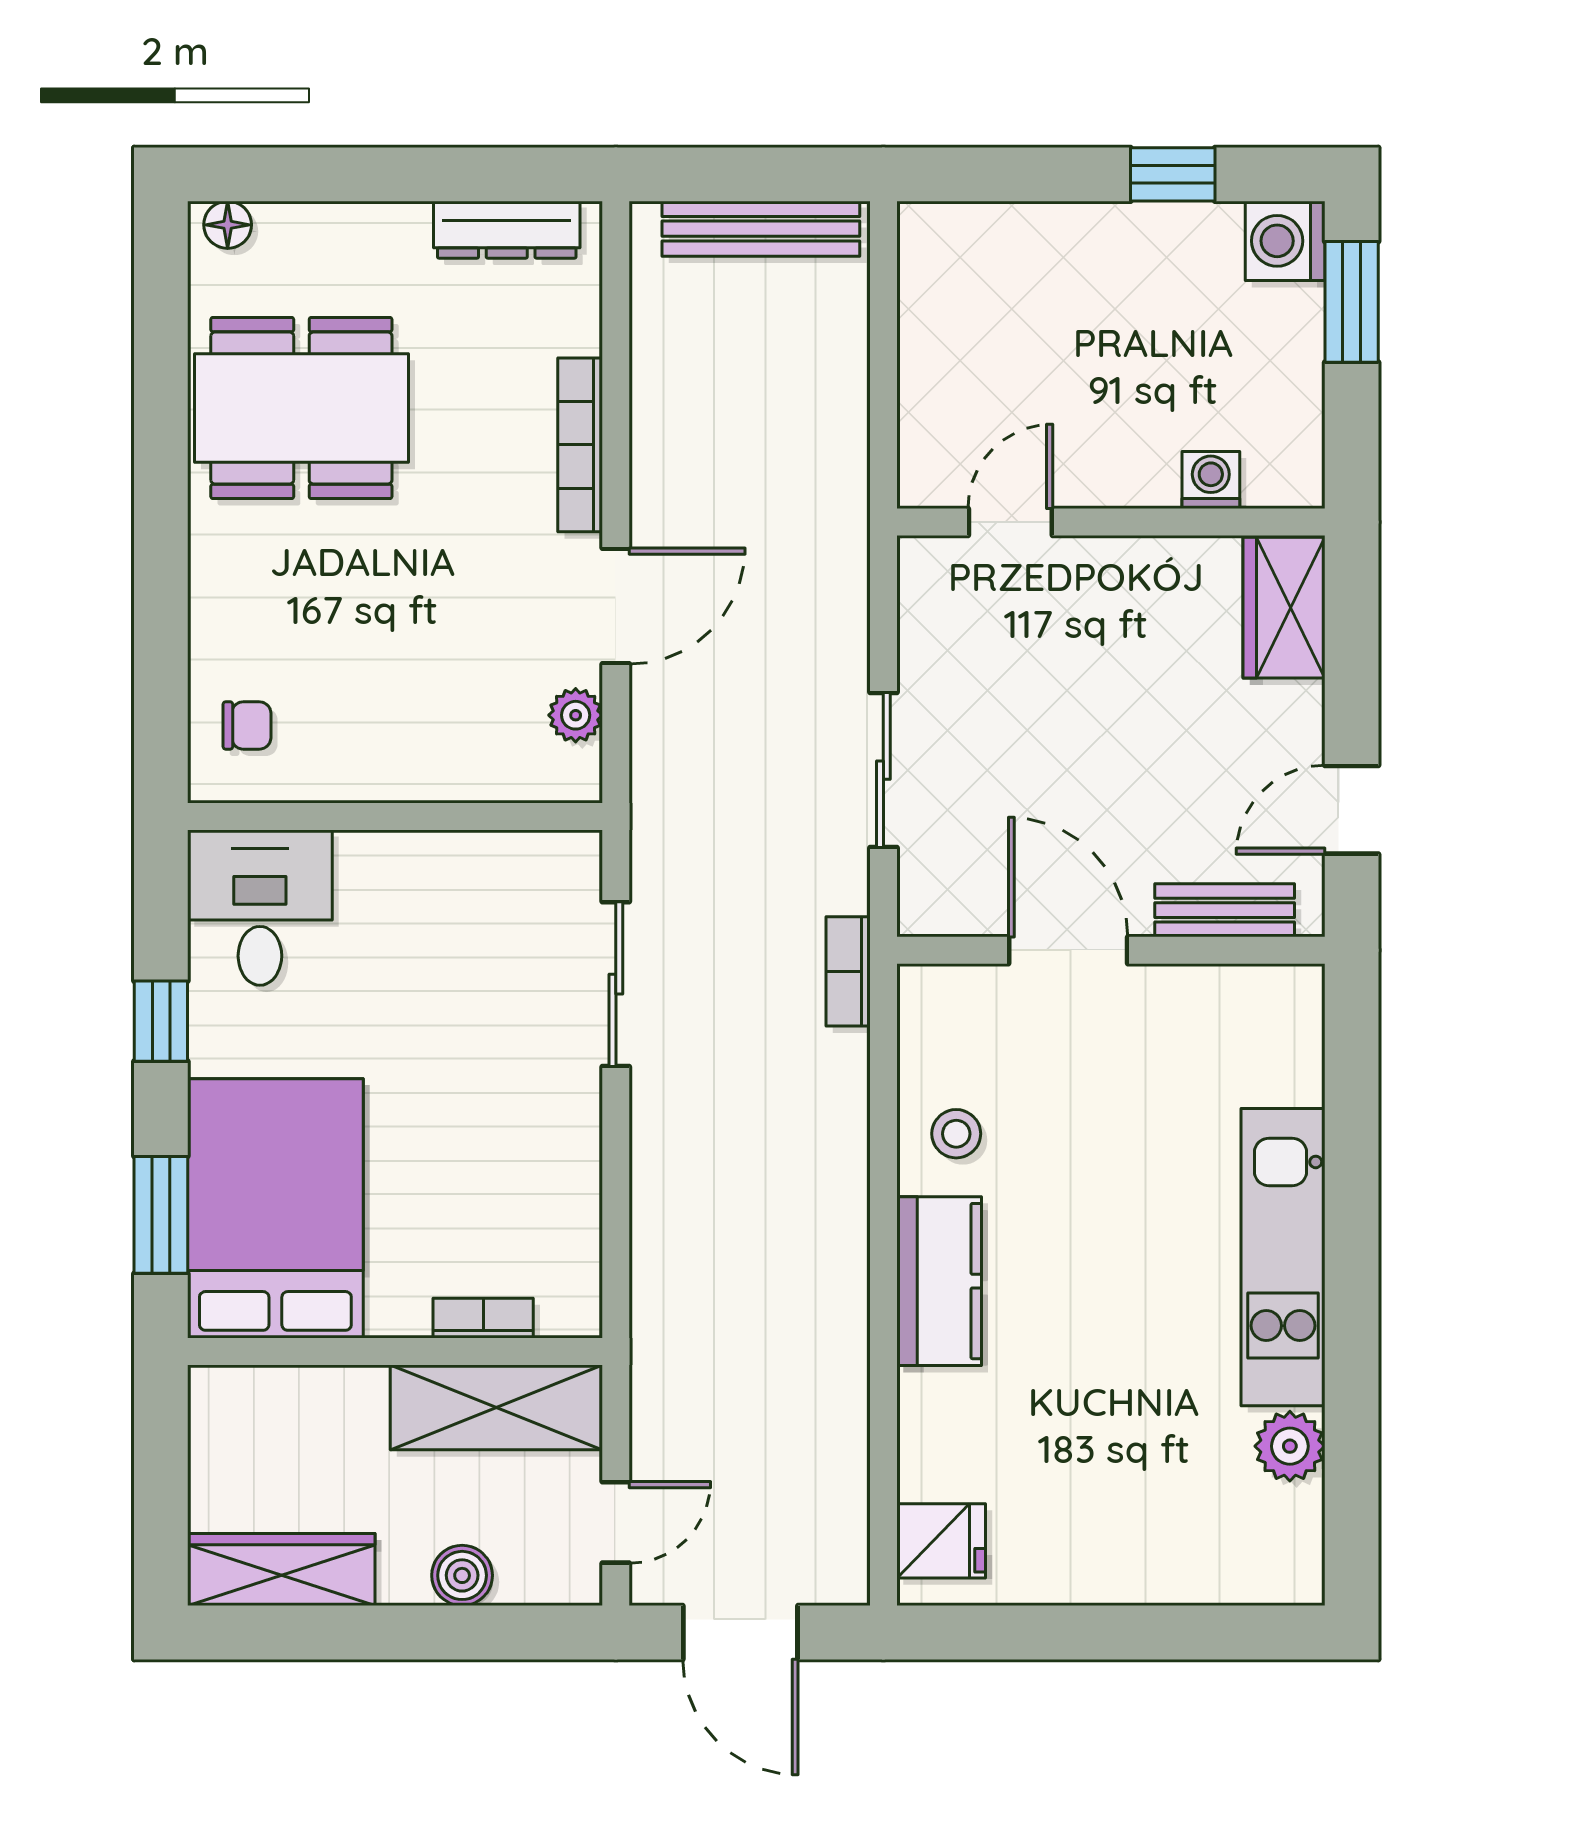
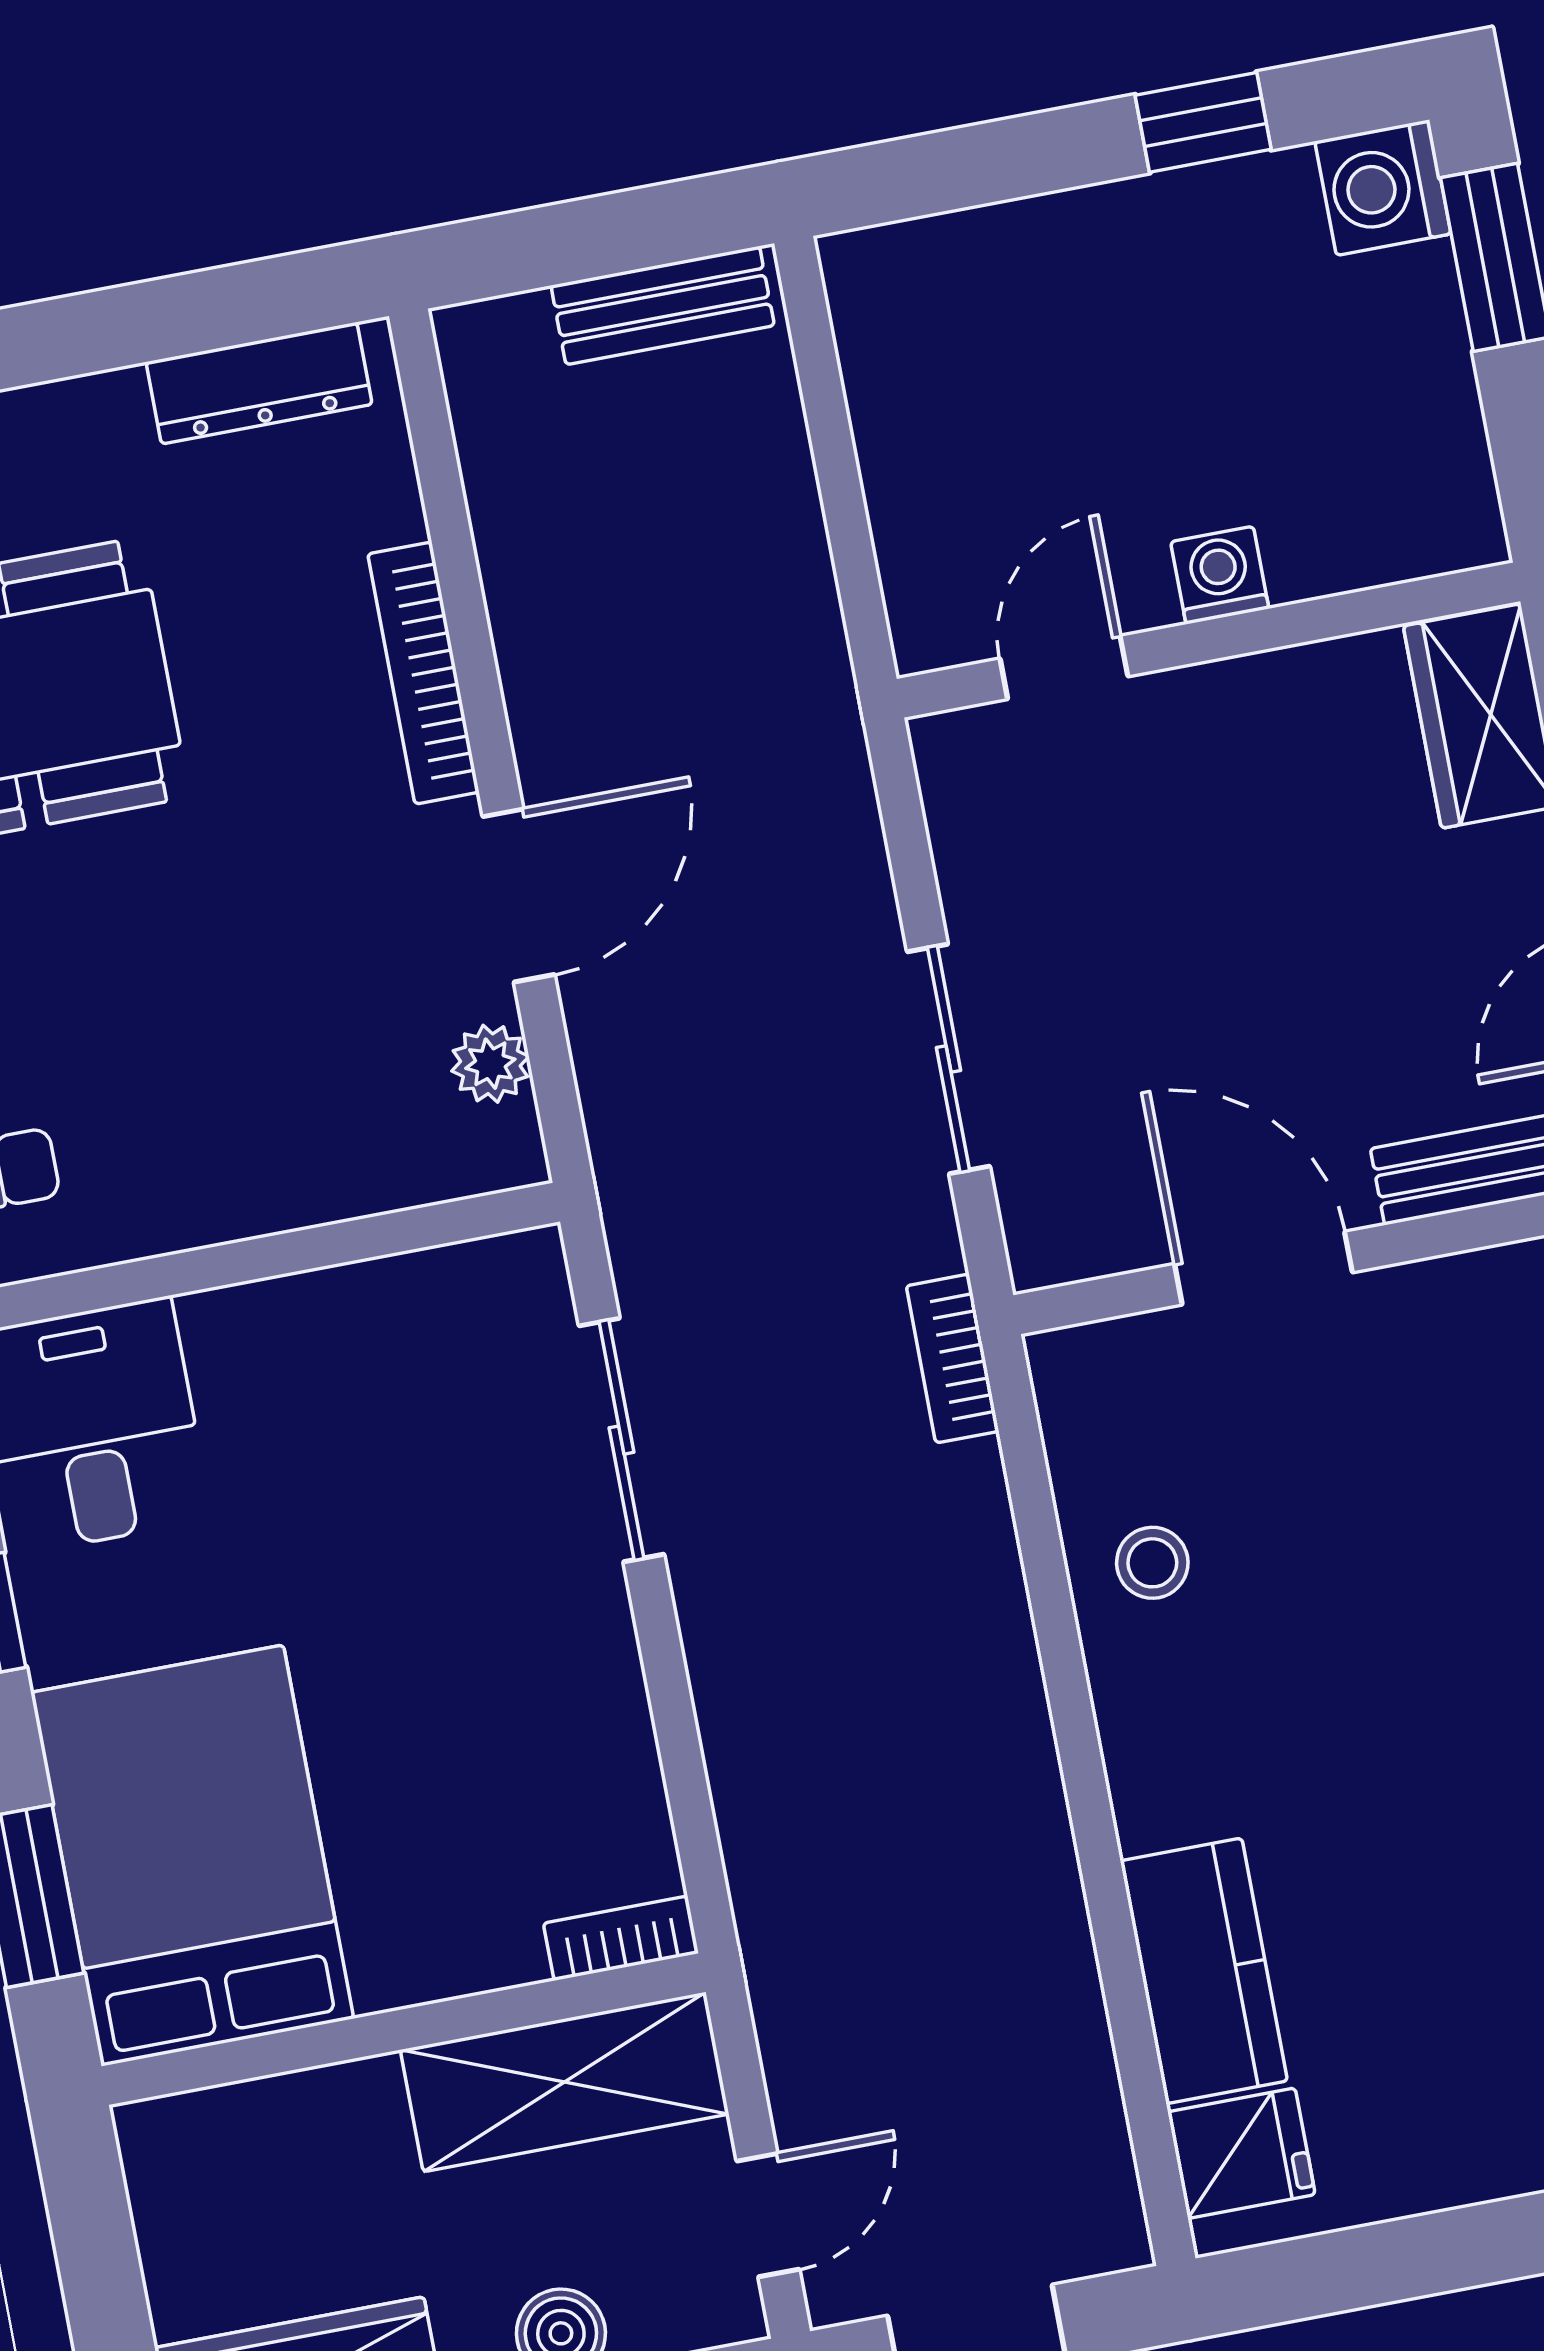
bench: (761, 229) -> (663, 306), width x0.73
washing machine: (1211, 480) -> (1220, 575), moved
kitchen counter: (939, 1281) -> (1204, 1971), moved
bookcase: (483, 1318) -> (621, 1938), moved

